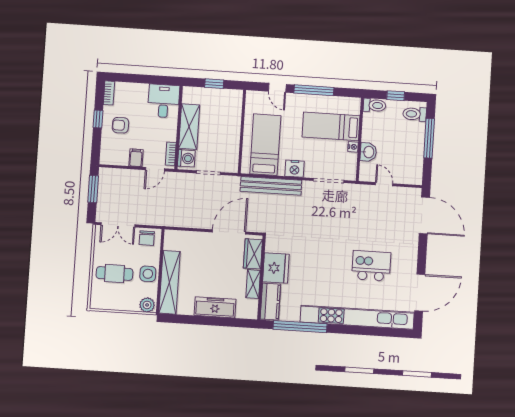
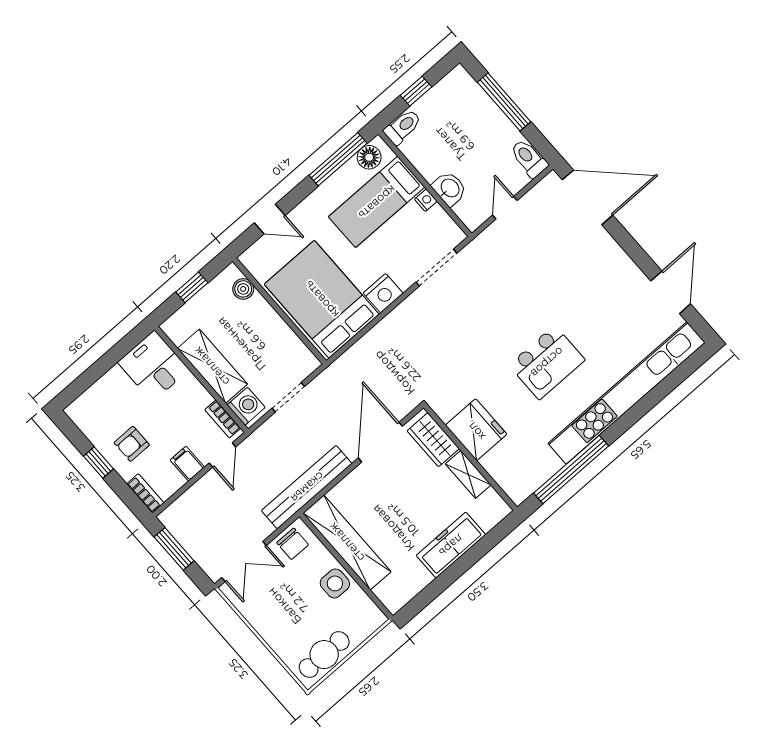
window: (314, 90) -> (338, 159), moved
bookcase: (109, 93) -> (145, 493), moved
floor lamp: (347, 104) -> (369, 157), added
boiler: (236, 106) -> (243, 289), added
toilet: (415, 114) -> (529, 158), moved, turned 90
bed: (265, 145) -> (322, 299), width x1.50
door: (384, 184) -> (505, 208), hinge flipped
bench: (271, 186) -> (307, 487), moved
kitchen island: (371, 266) -> (547, 362), moved, turned 180
cafe table: (114, 274) -> (324, 655), moved
shelving: (170, 282) -> (347, 542), moved
door: (420, 293) -> (671, 292), width x0.73
kitchen counter: (270, 302) -> (508, 475), removed
plant: (147, 305) -> (370, 620), removed

